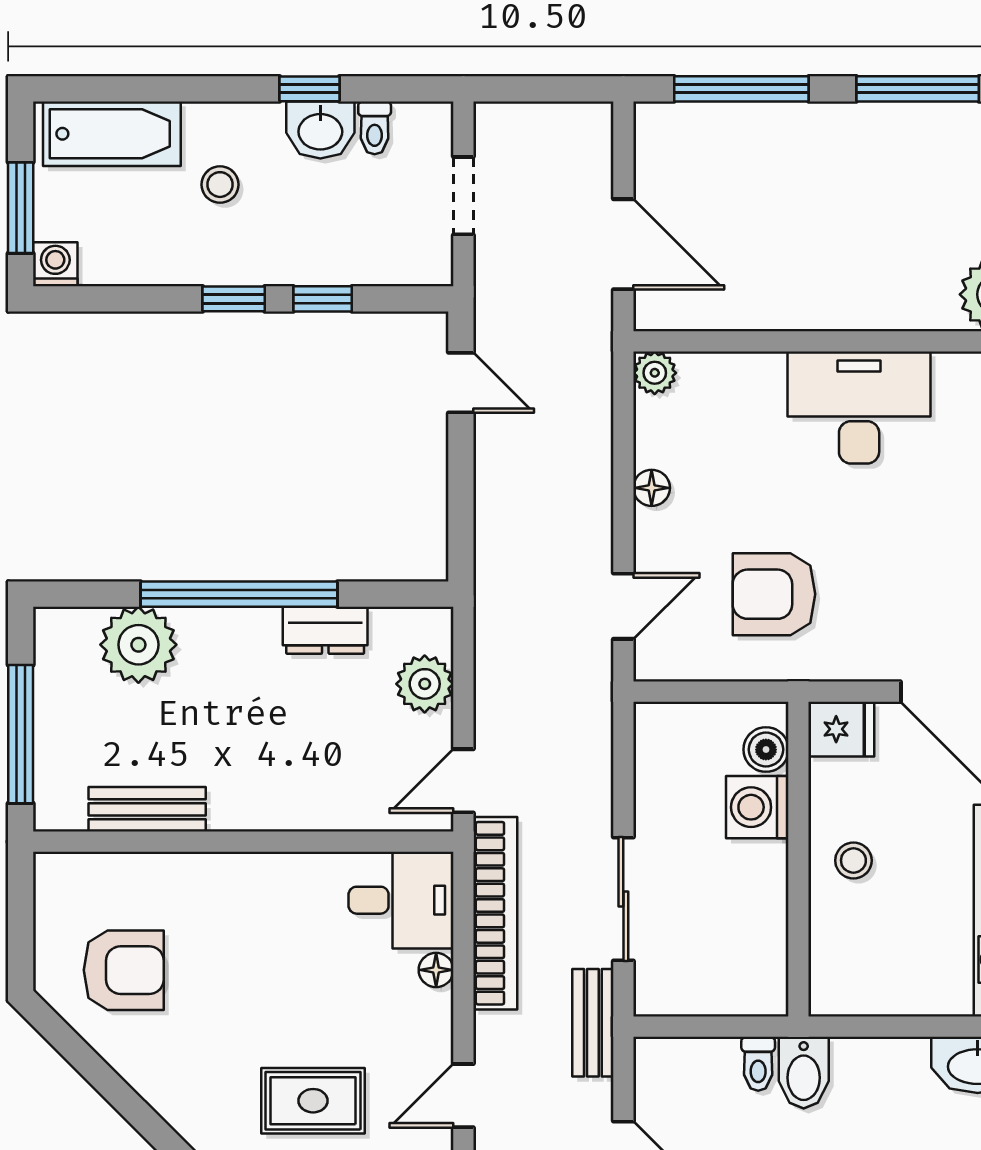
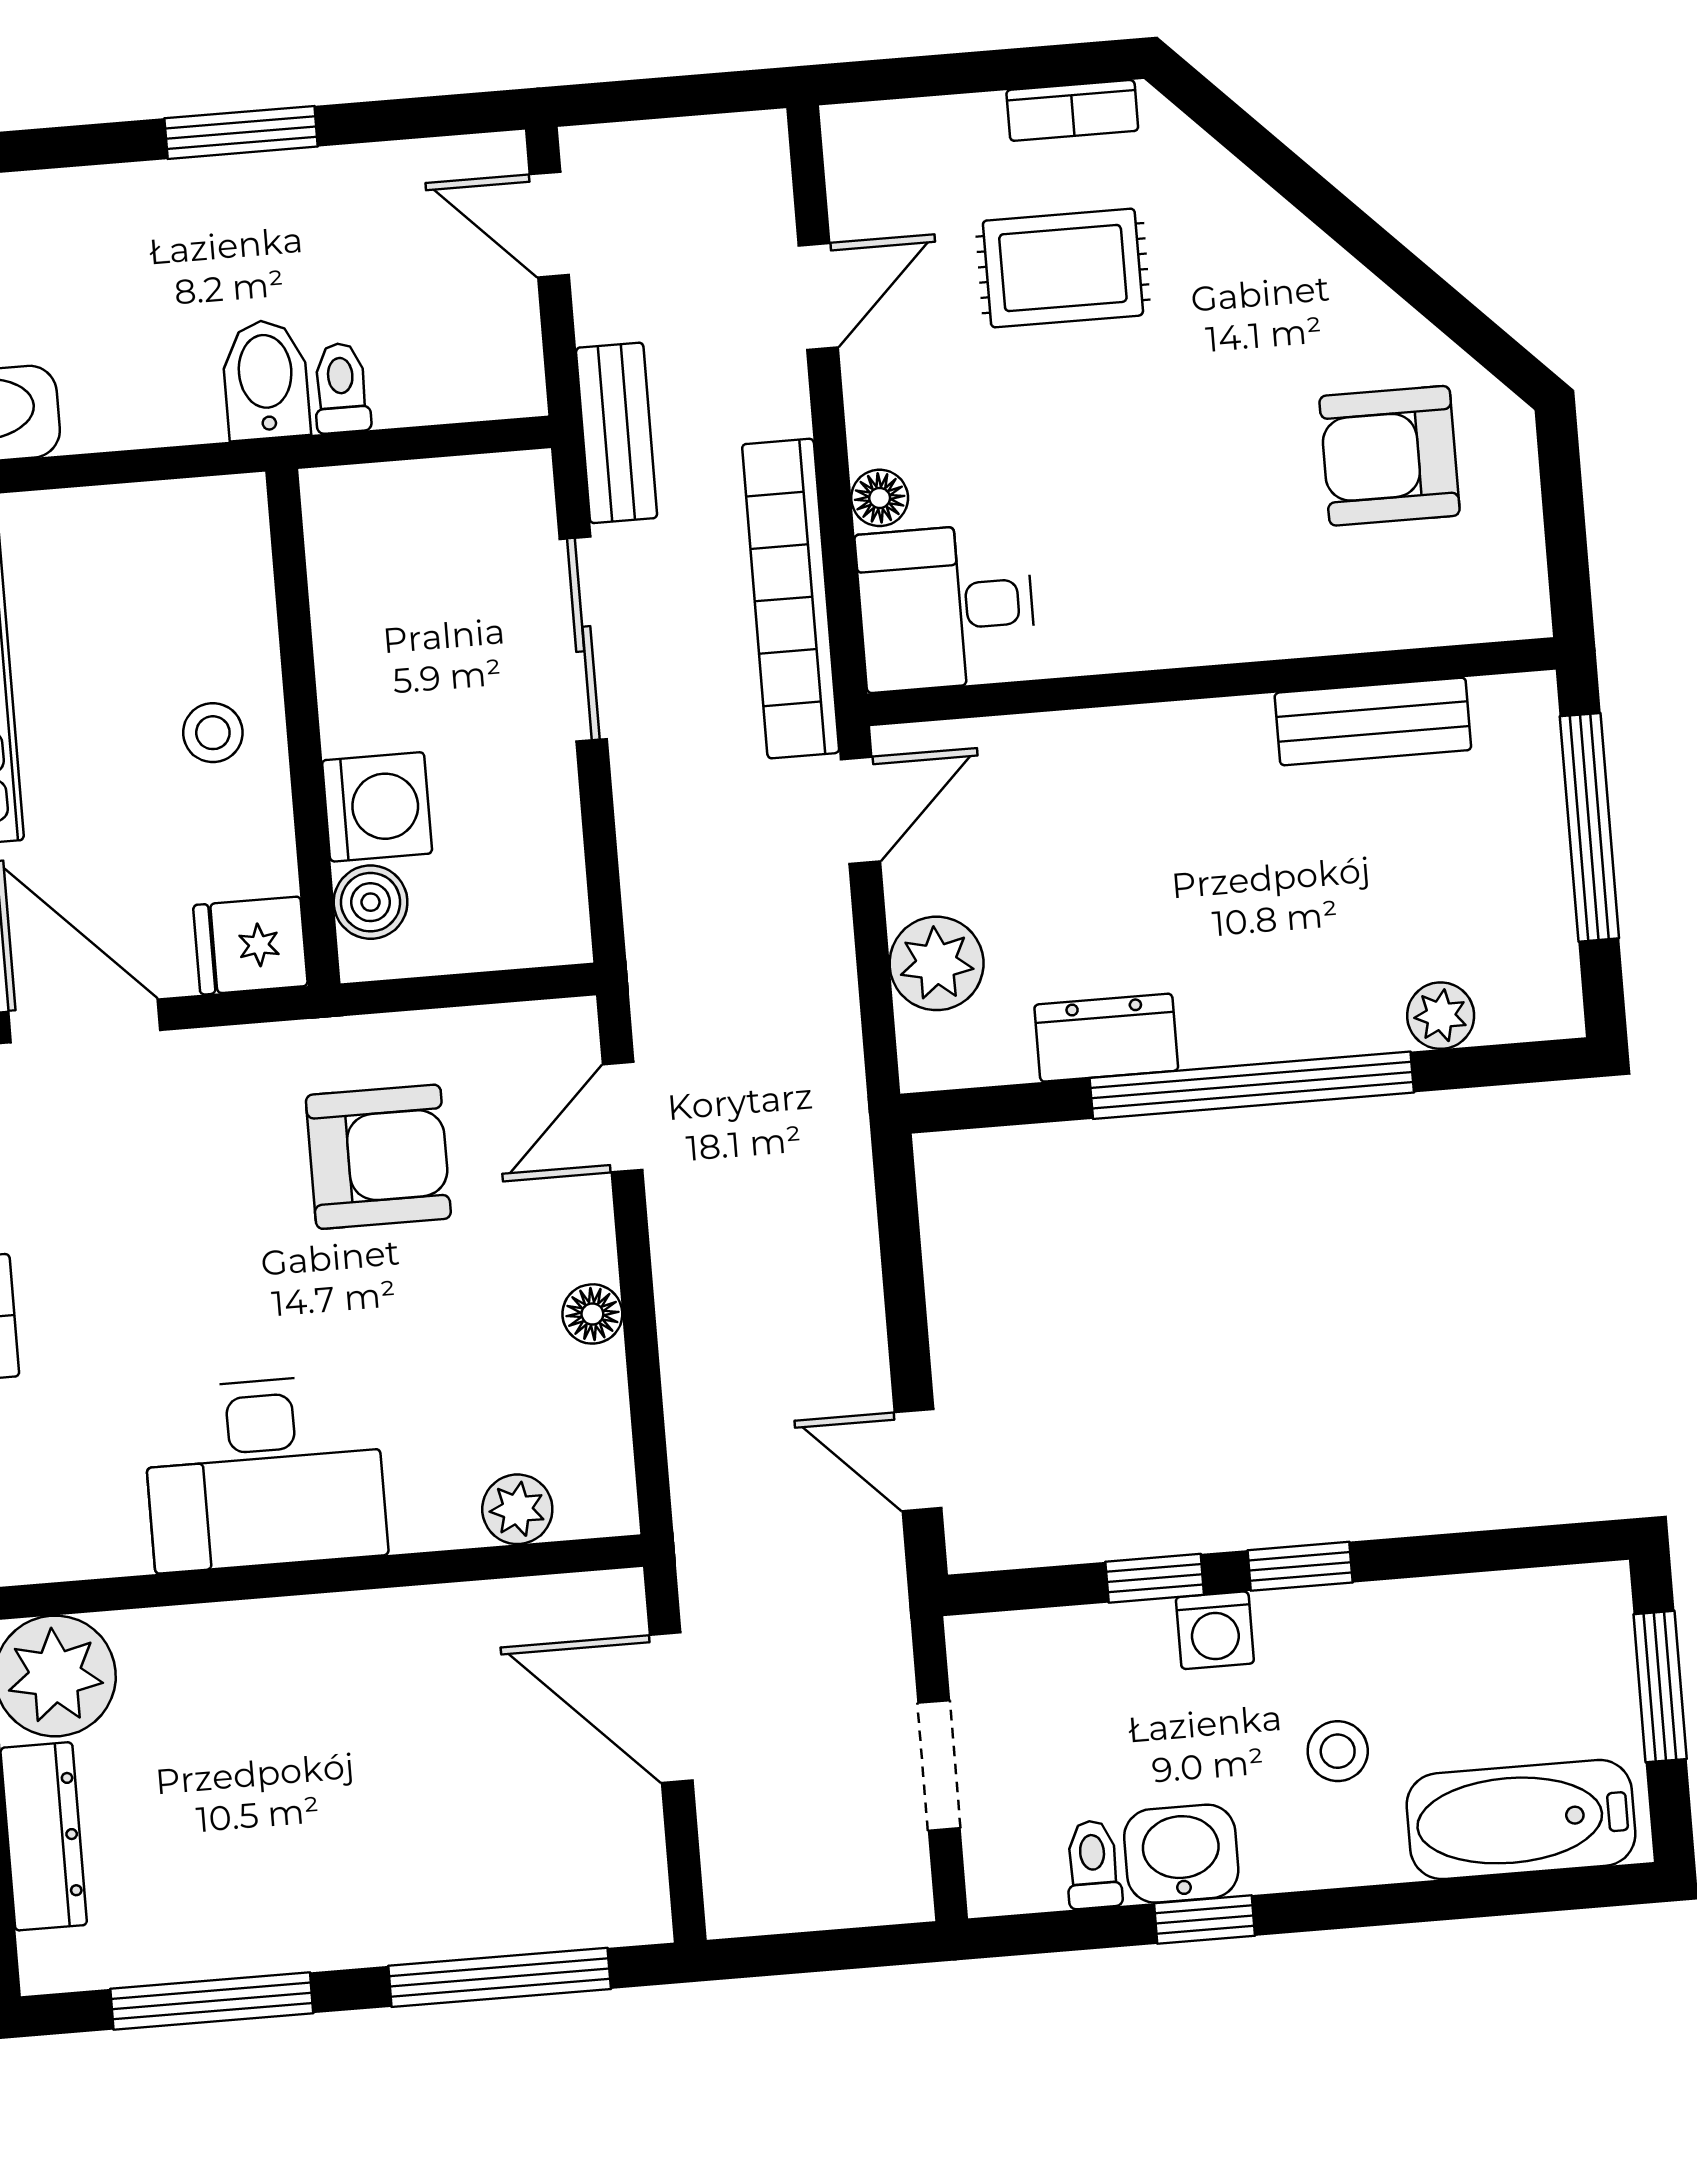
washing machine: (55, 264) -> (1215, 1630), moved
plant: (655, 373) -> (517, 1509), moved
plant: (138, 645) -> (1441, 1016), width x0.53, depth x0.53

